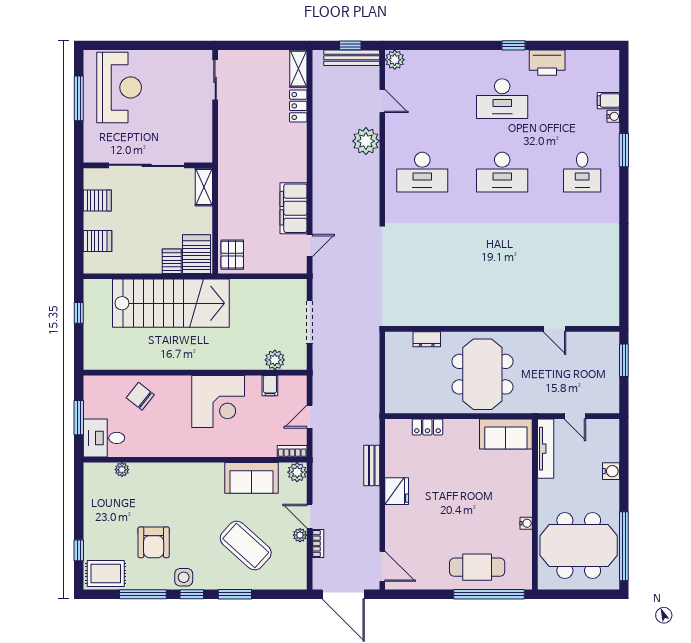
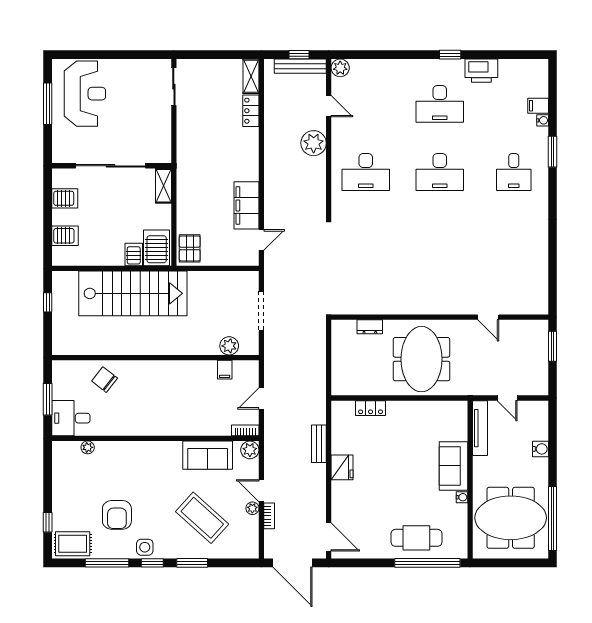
corner desk: (218, 401) -> (177, 384), removed
sofa: (506, 434) -> (453, 466), moved, turned 90

